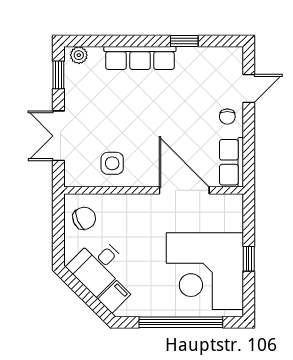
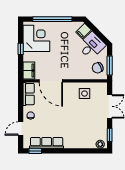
window: (184, 41) -> (35, 151), moved
row of seats: (140, 58) -> (47, 143), moved
filing cabinet: (231, 213) -> (29, 70), added
window: (58, 223) -> (110, 66), added
corner desk: (205, 271) -> (36, 38), width x0.74, depth x0.74

